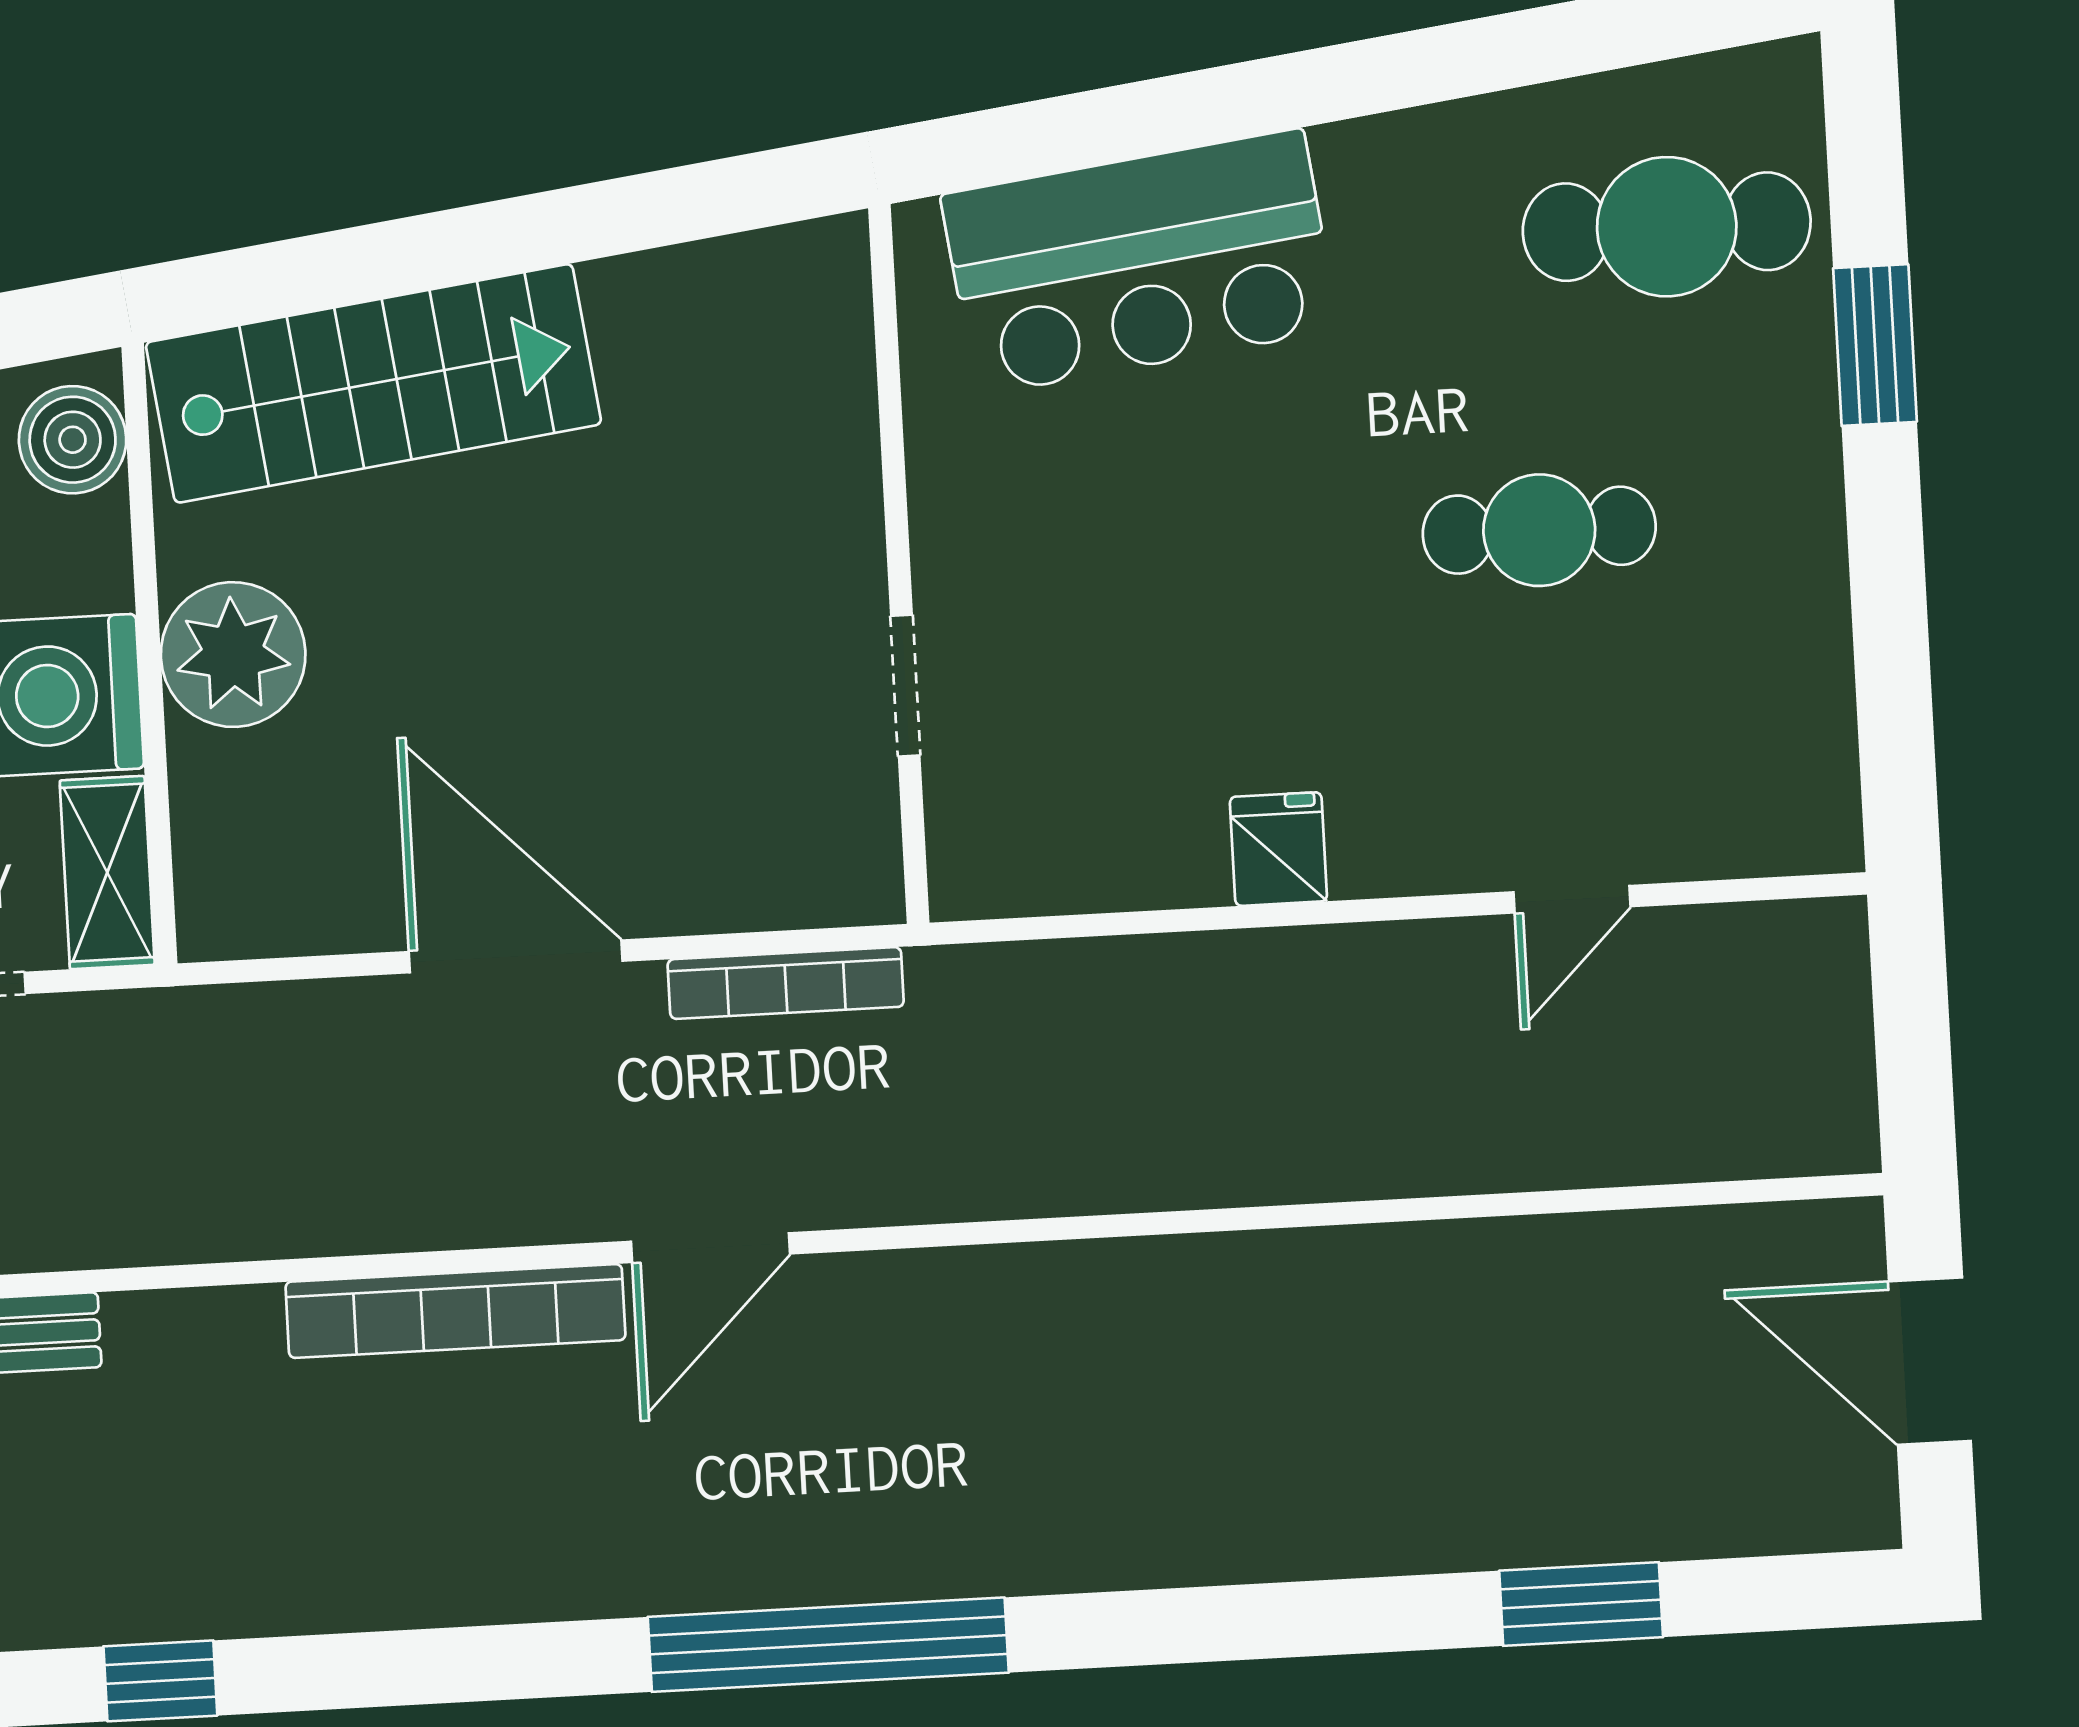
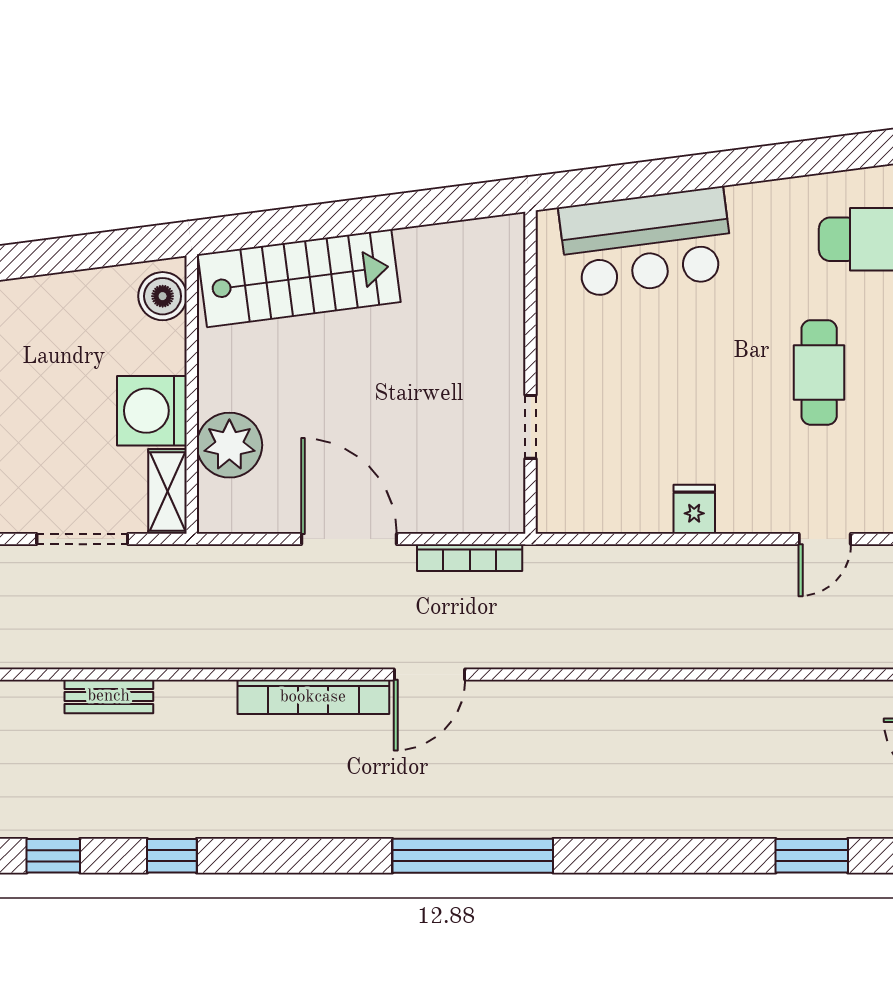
cafe table: (1539, 530) -> (819, 372), turned 90
plant: (233, 655) -> (229, 445), moved

